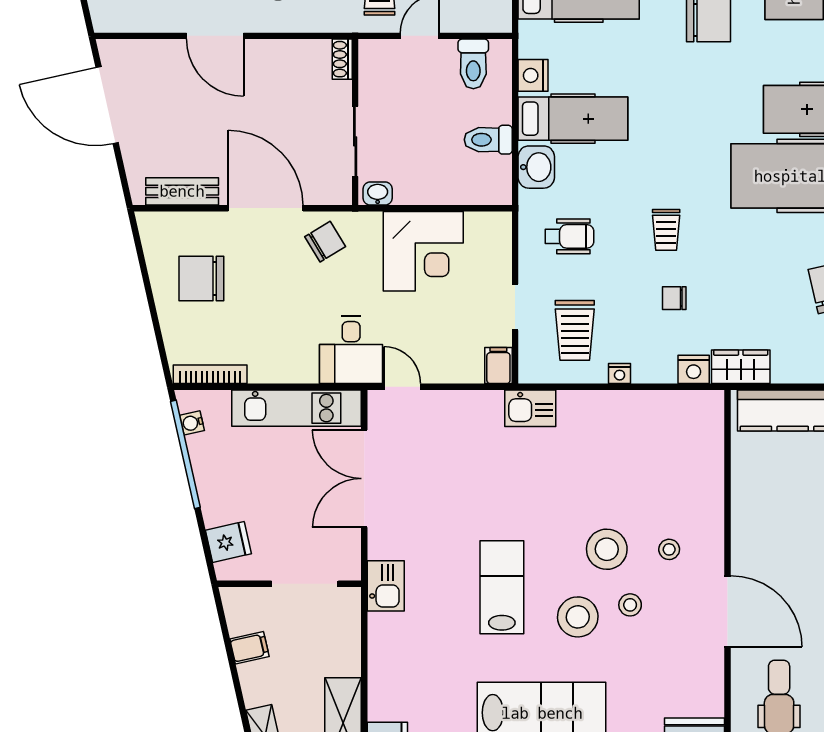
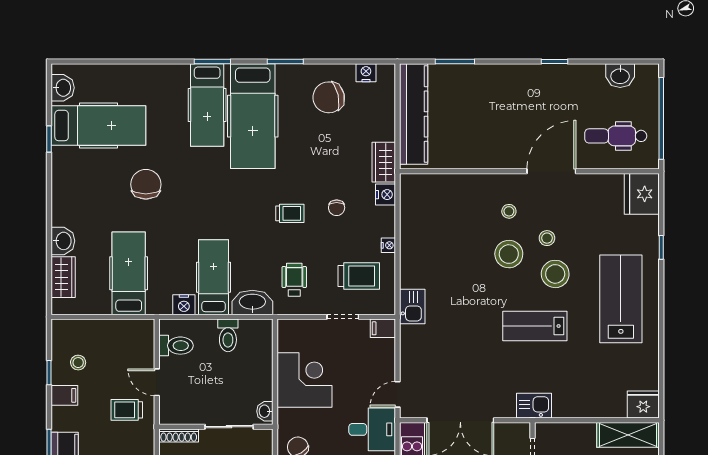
shoe rack: (342, 59) -> (179, 435), width x1.43
washbasin: (536, 167) -> (252, 302), width x1.38

